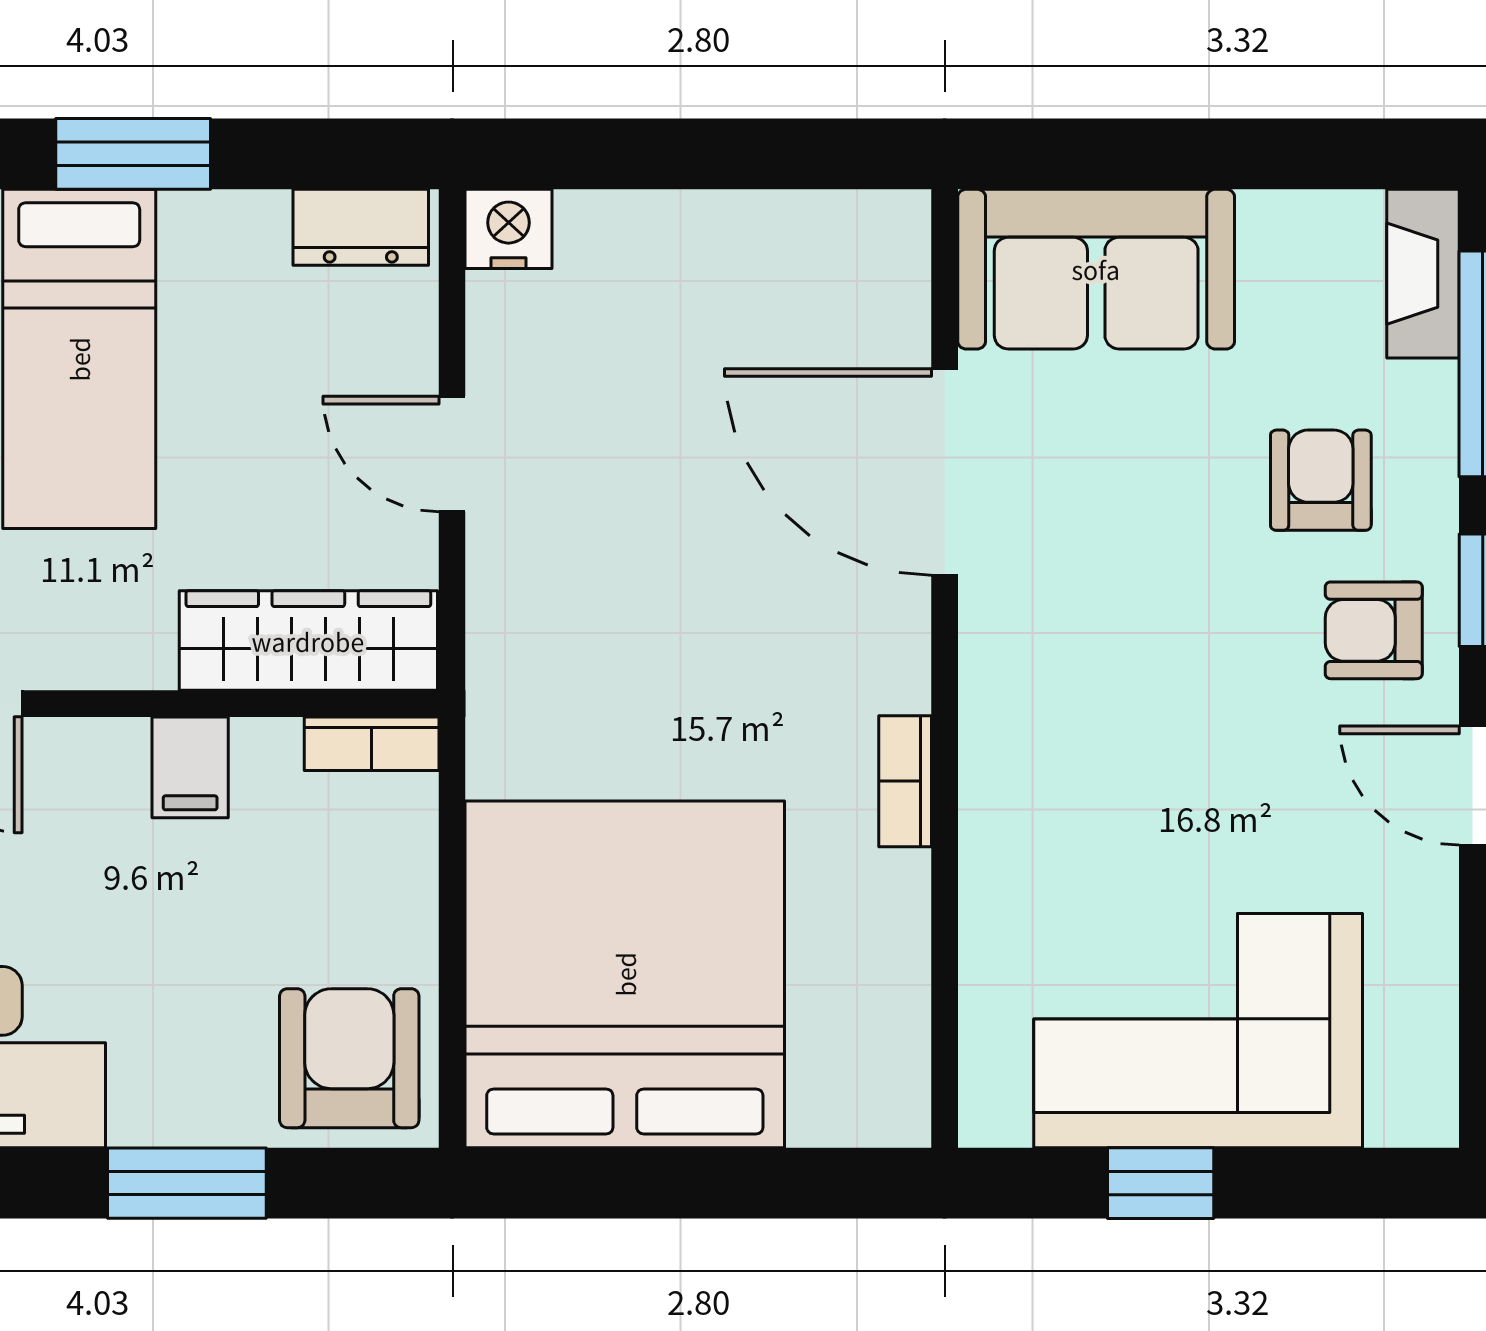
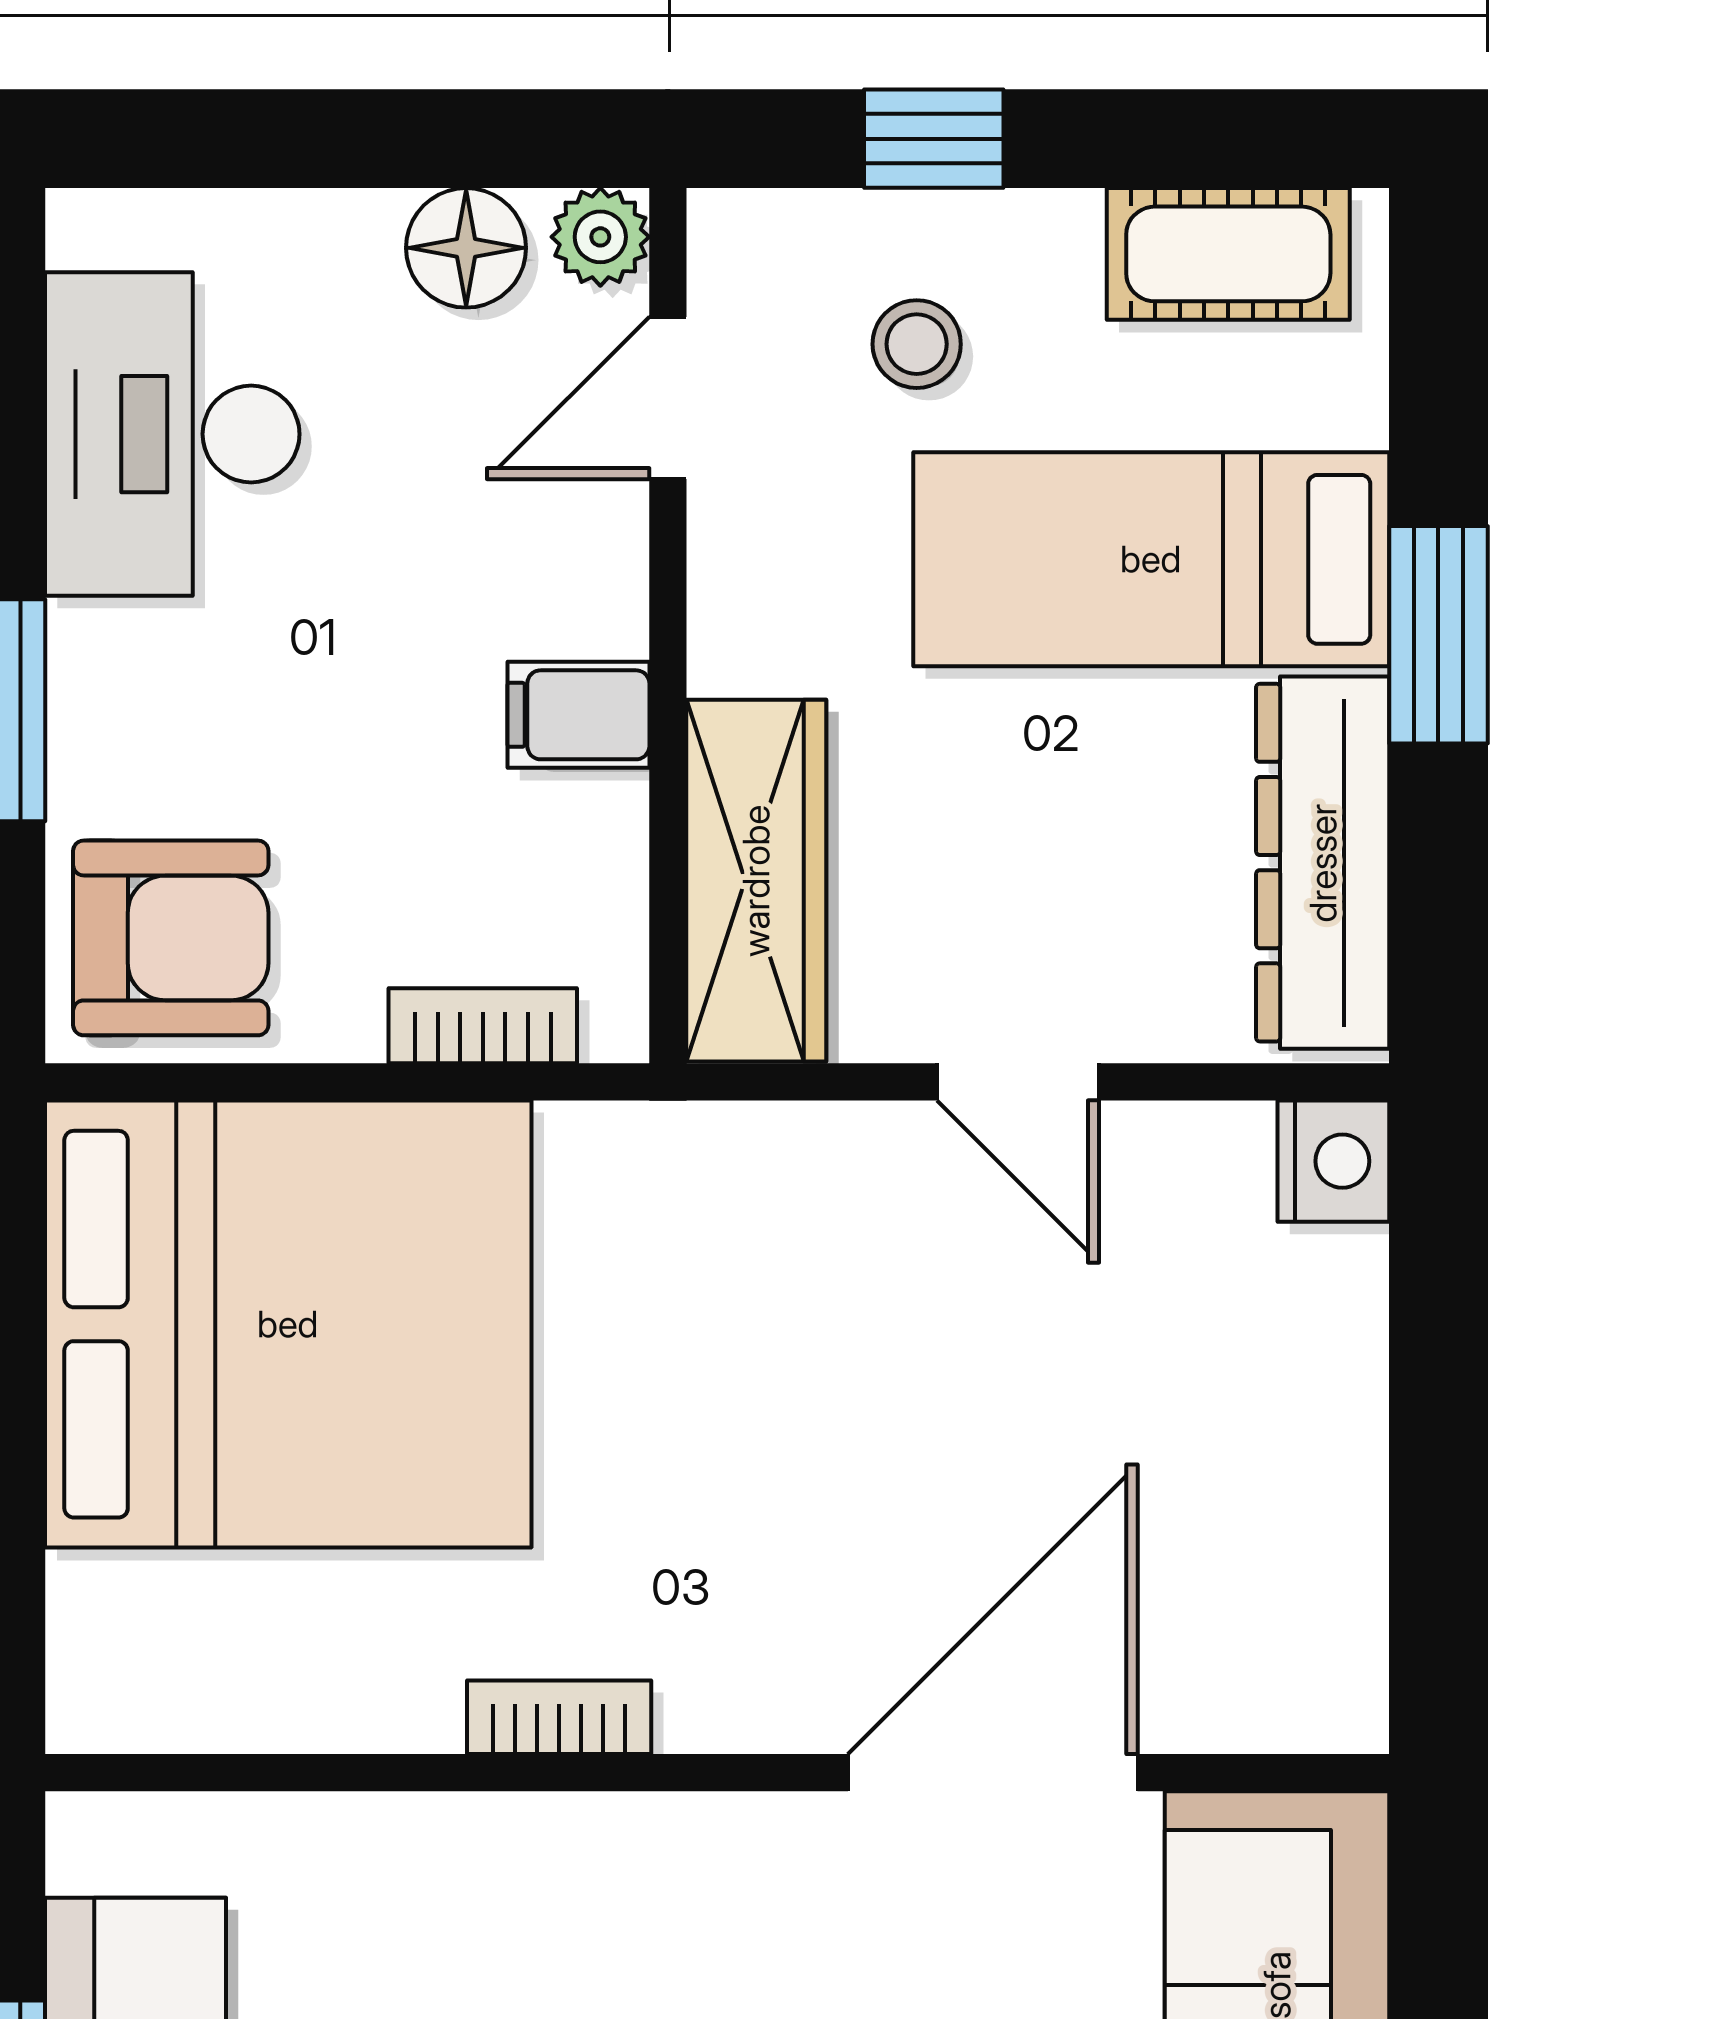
dresser: (361, 227) -> (1323, 863), width x1.96, depth x1.24
door: (452, 454) -> (1018, 1082), swing flipped
bookcase: (372, 744) -> (483, 1026), moved, turned 90

